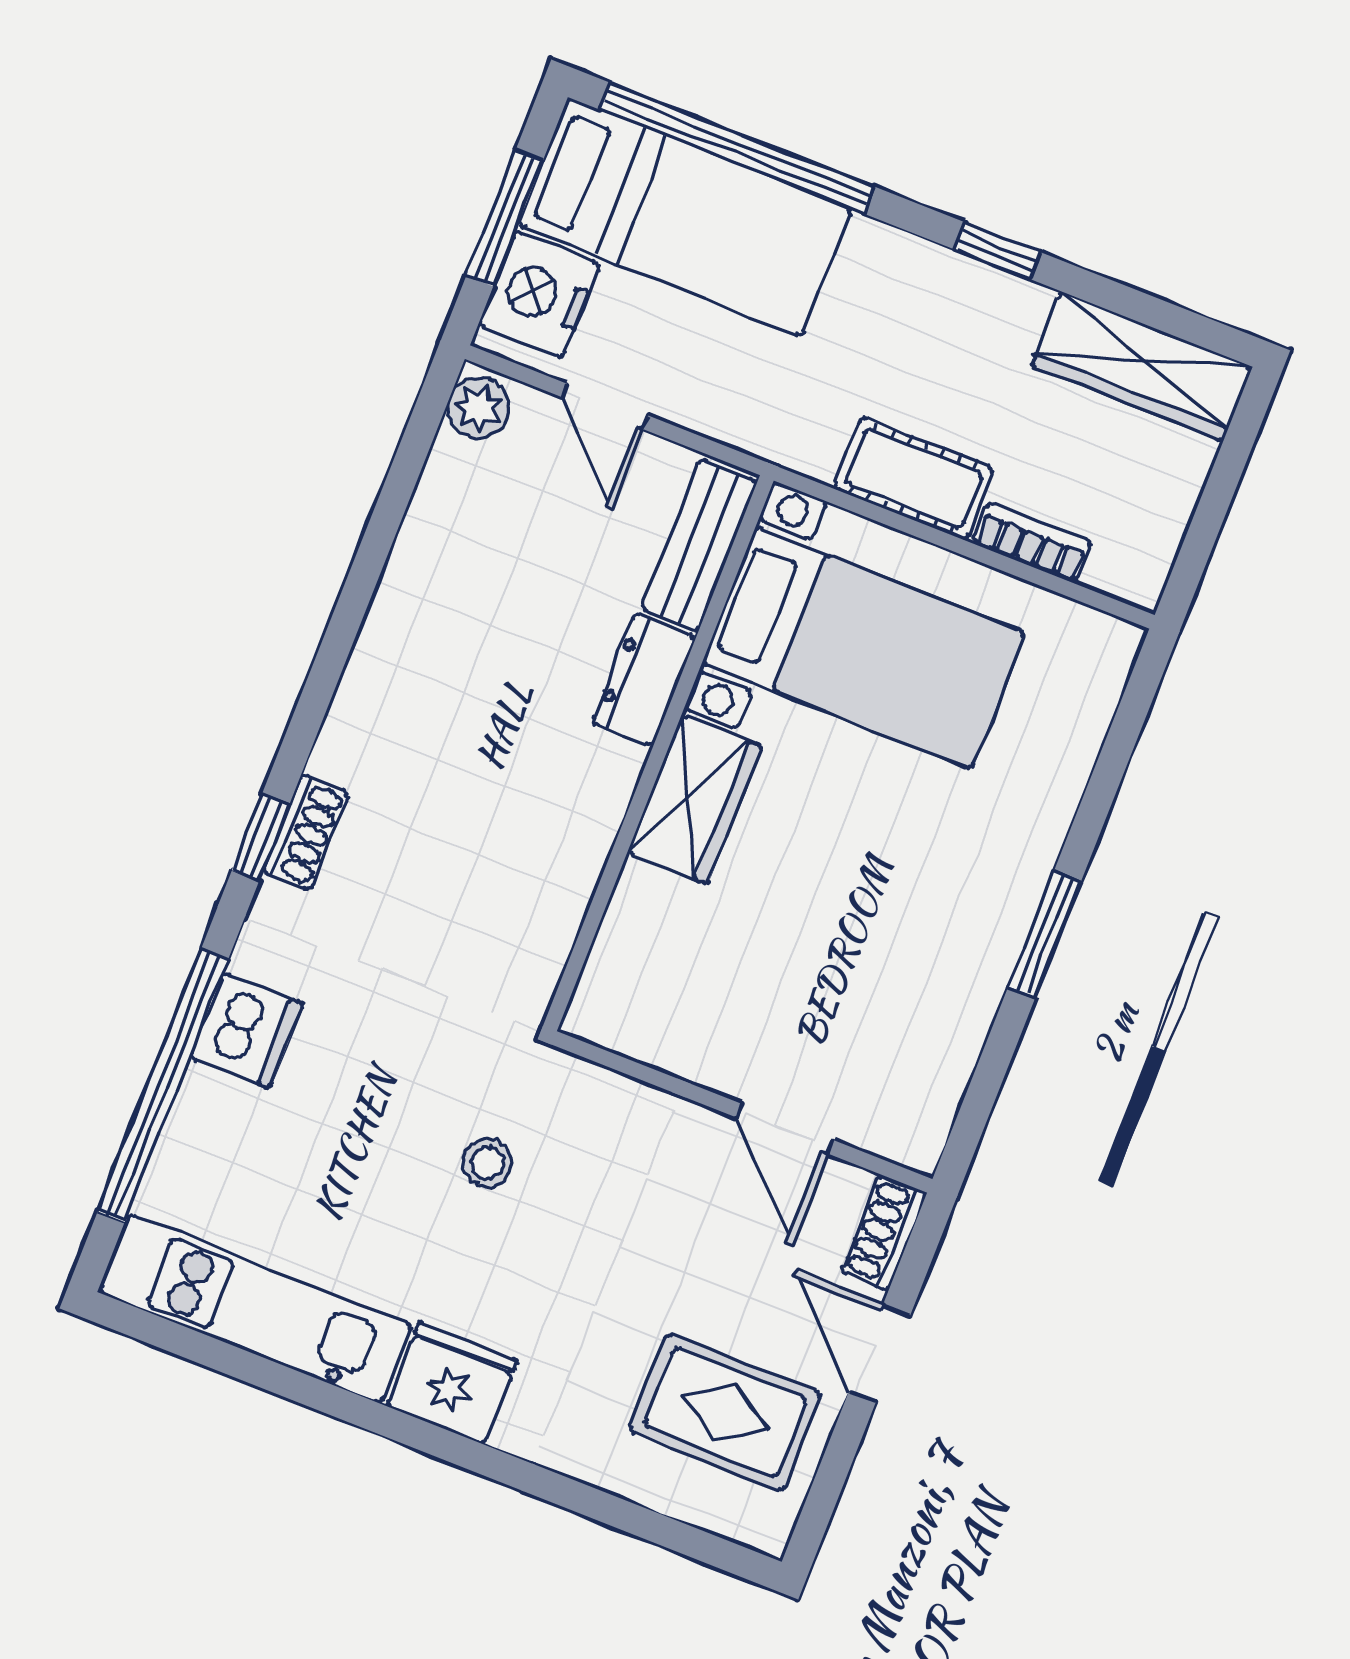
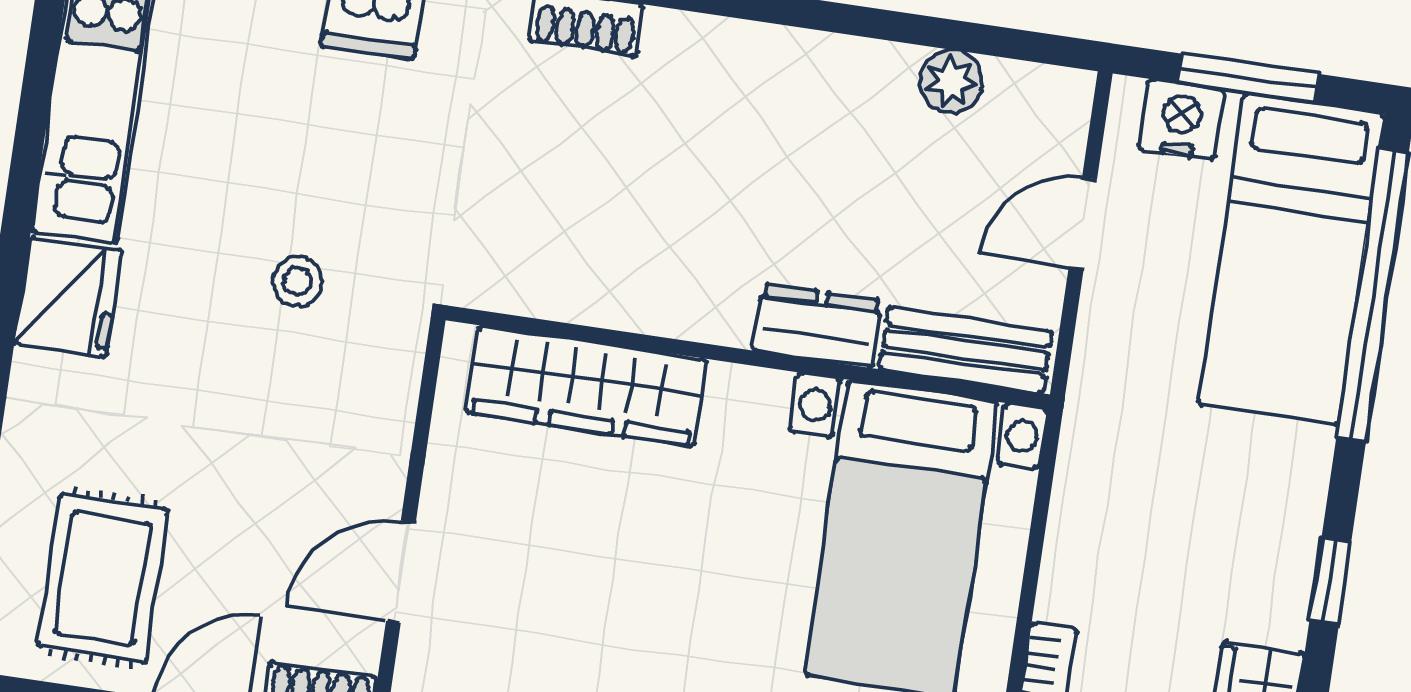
nightstand: (539, 294) -> (1181, 119), width x0.74, depth x0.75
plant: (478, 408) -> (951, 82), moved
cot: (914, 478) -> (1083, 549), removed
wardrobe: (694, 799) -> (586, 386), moved, width x1.50

